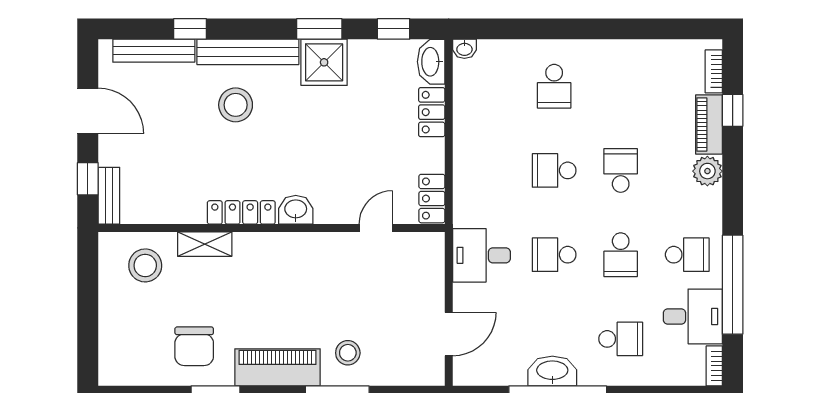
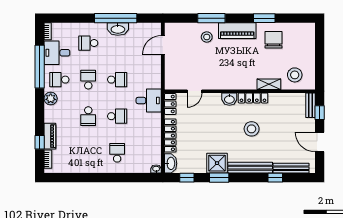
stool: (236, 105) -> (252, 129), moved
locker: (432, 112) -> (170, 136), width x1.53
plant: (707, 171) -> (51, 98), moved
desk: (481, 255) -> (149, 100), moved

